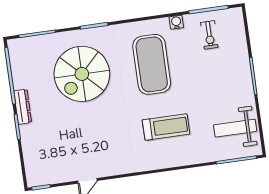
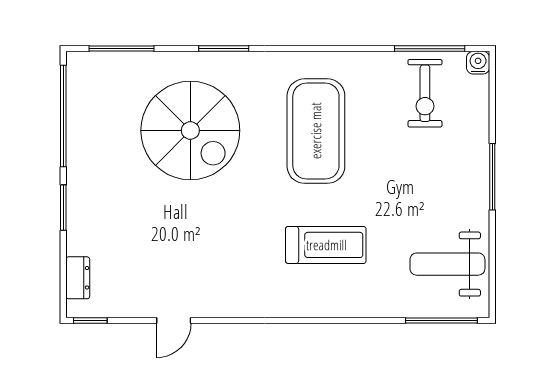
water cooler: (176, 22) -> (478, 63), moved
exercise bike: (209, 35) -> (425, 93), width x1.38, depth x1.39
spiral stairs: (82, 74) -> (190, 130), turned -90
dresser: (23, 107) -> (78, 278), moved, width x0.70

